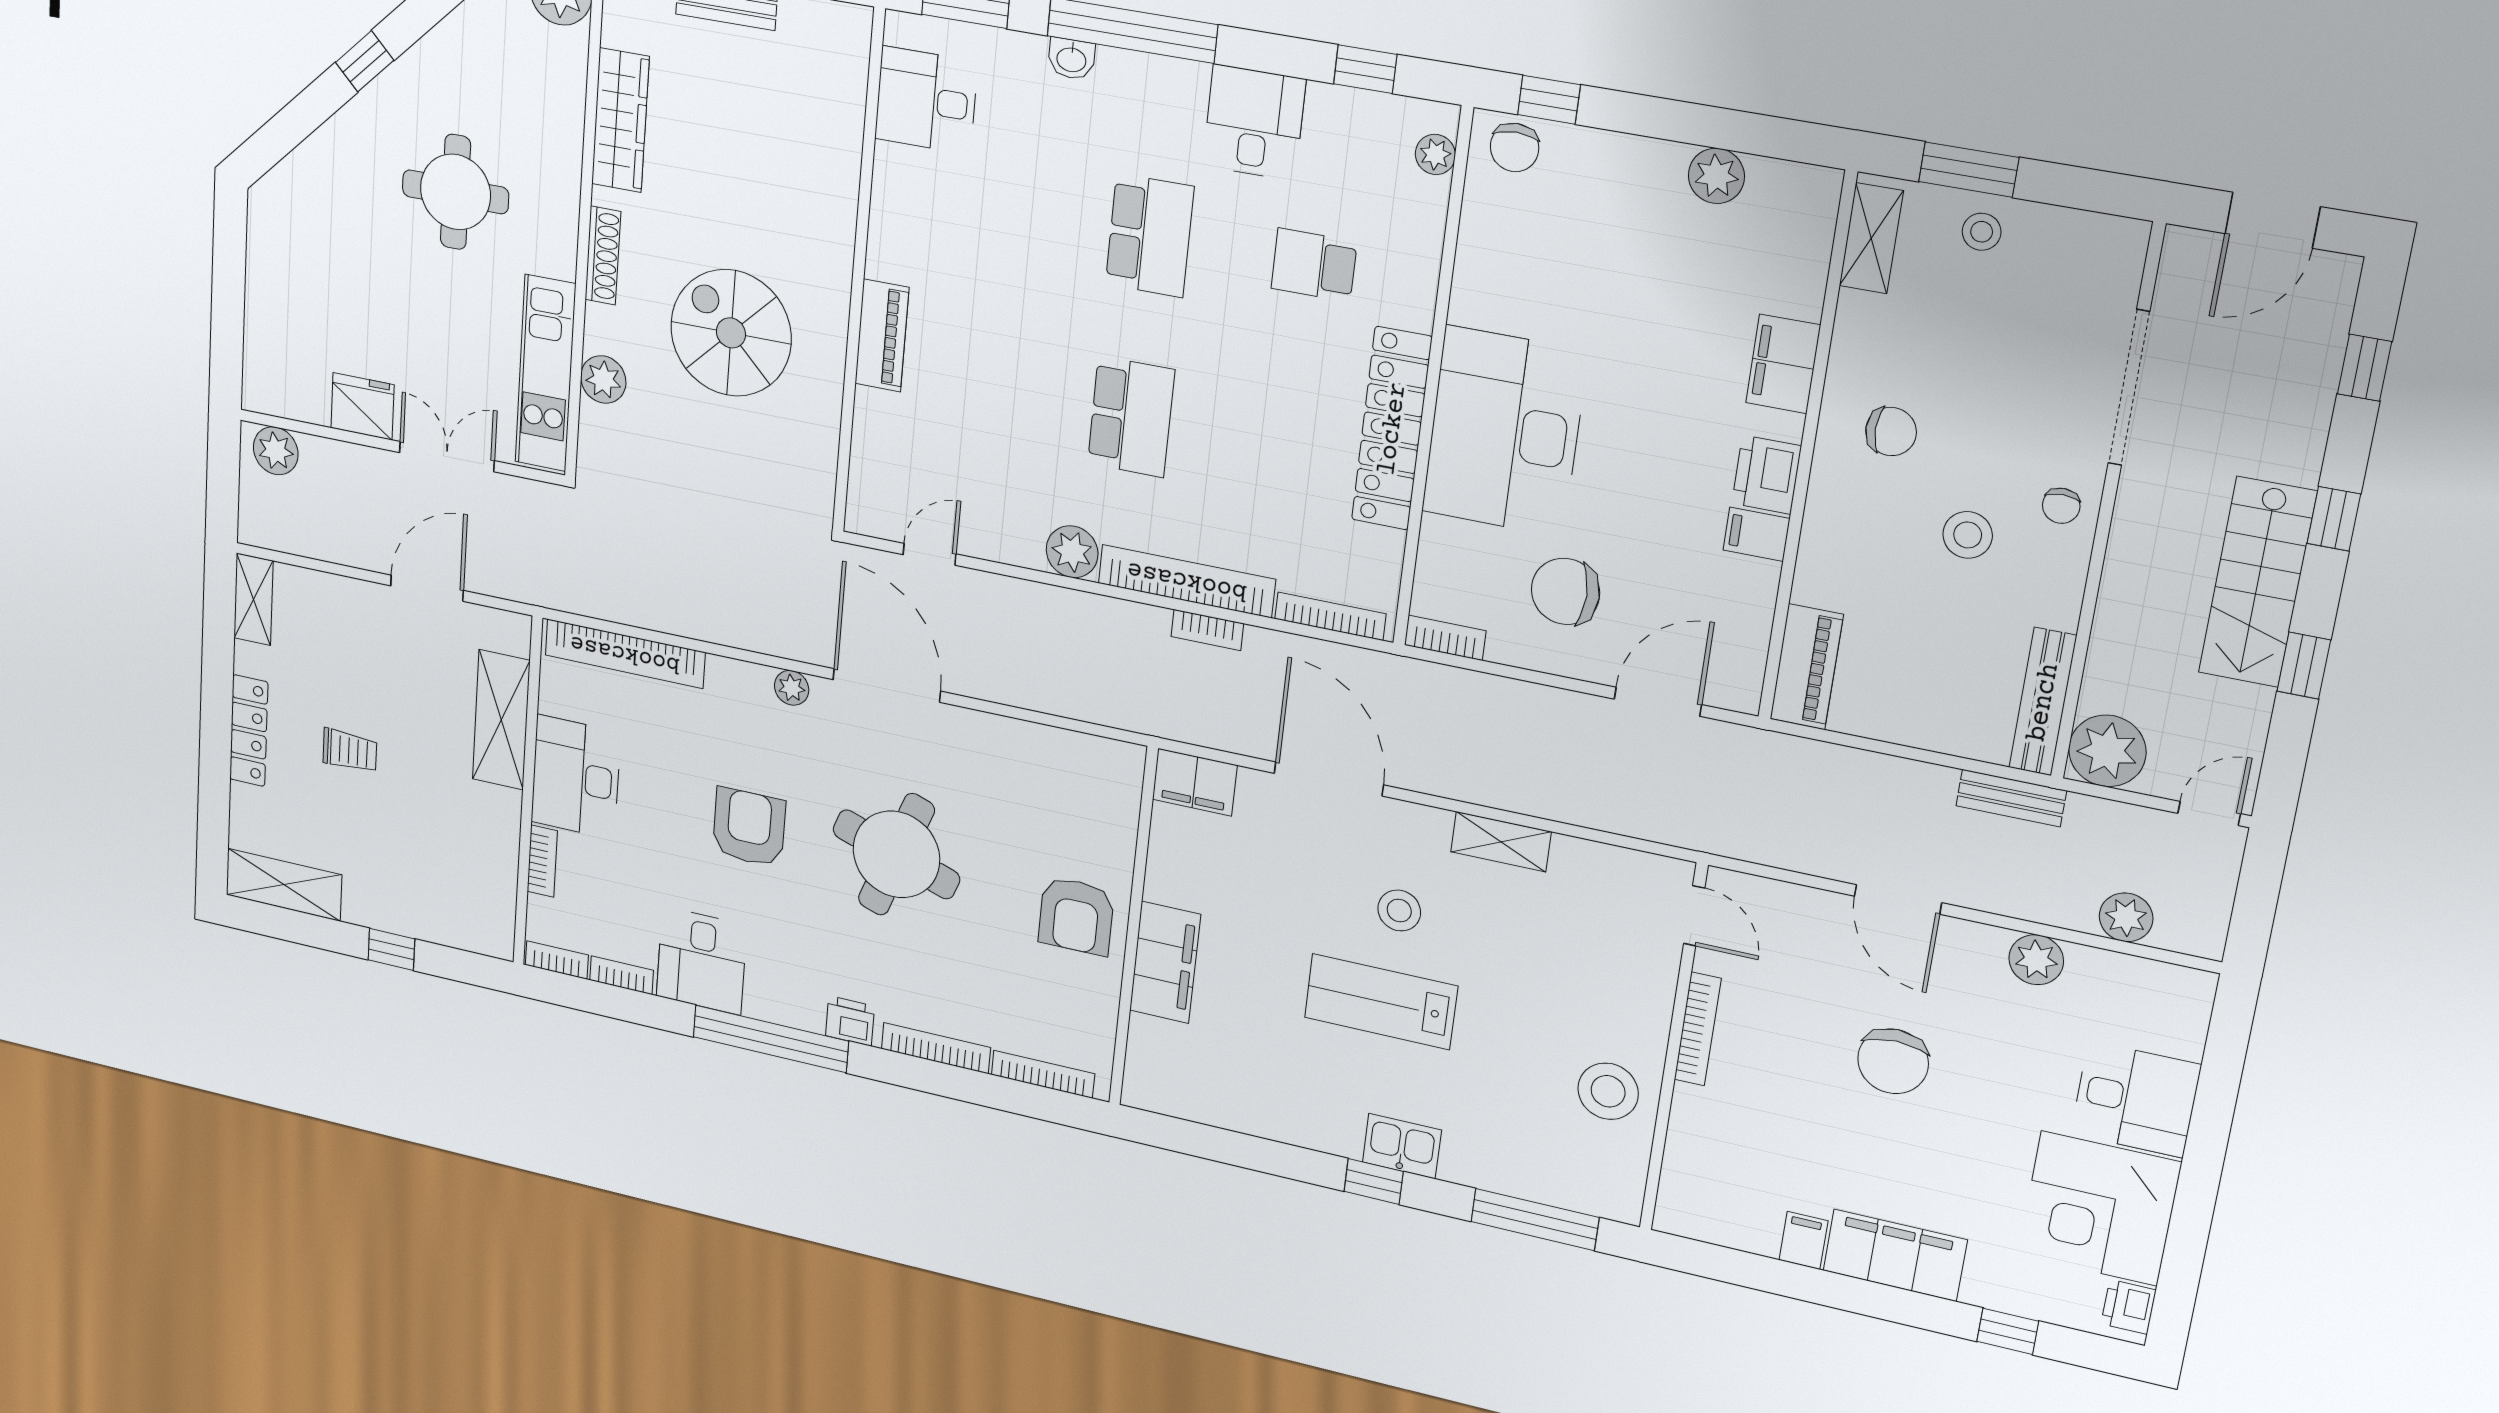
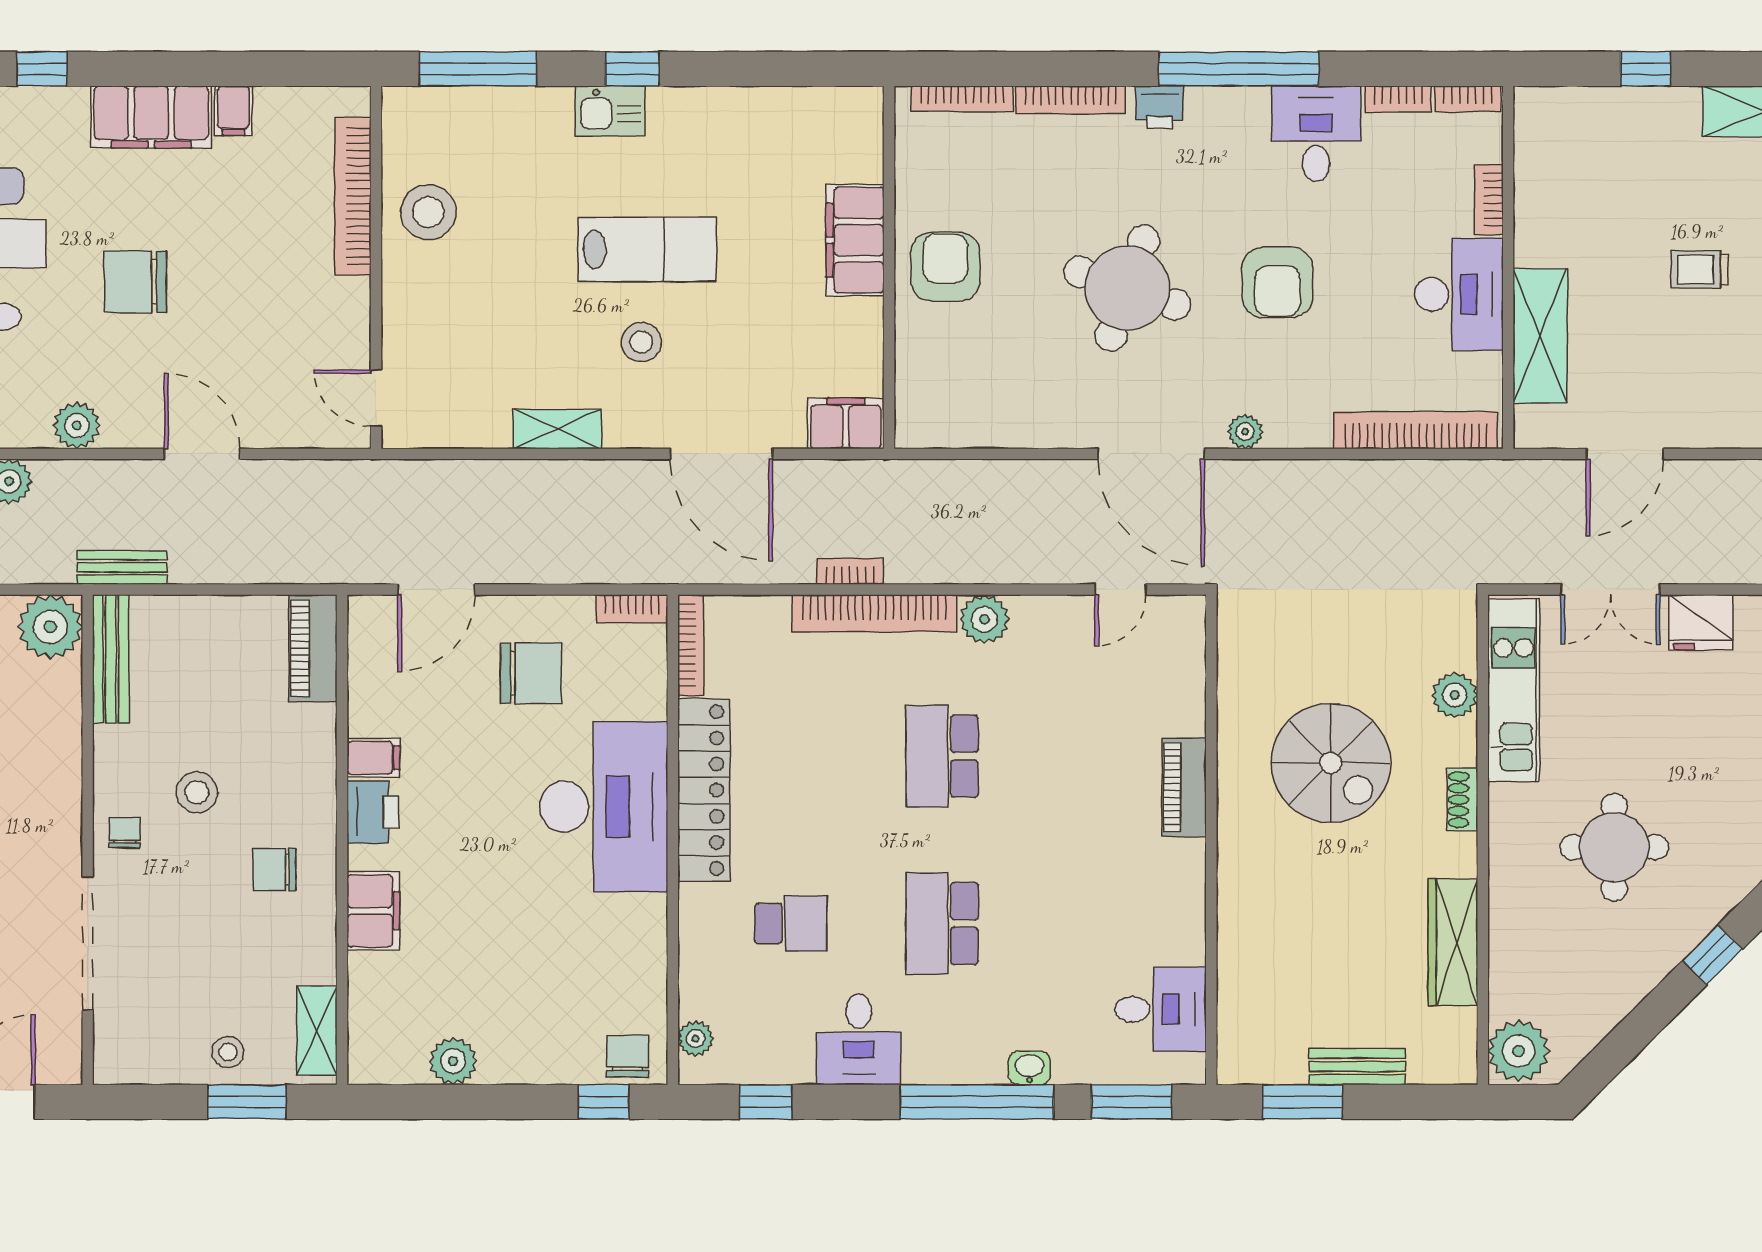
shoe rack: (603, 256) -> (1462, 800), width x0.70
bookcase: (1330, 616) -> (691, 645), moved, turned -90
bookcase: (1698, 1029) -> (353, 196), moved, width x1.48, depth x1.31
chair: (1893, 1061) -> (135, 282), moved, turned -90

